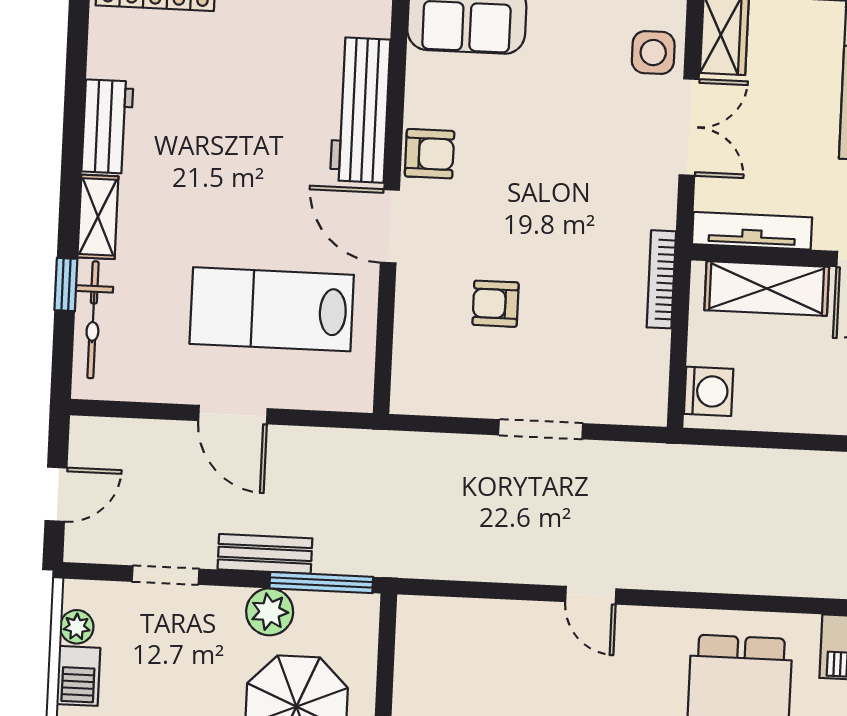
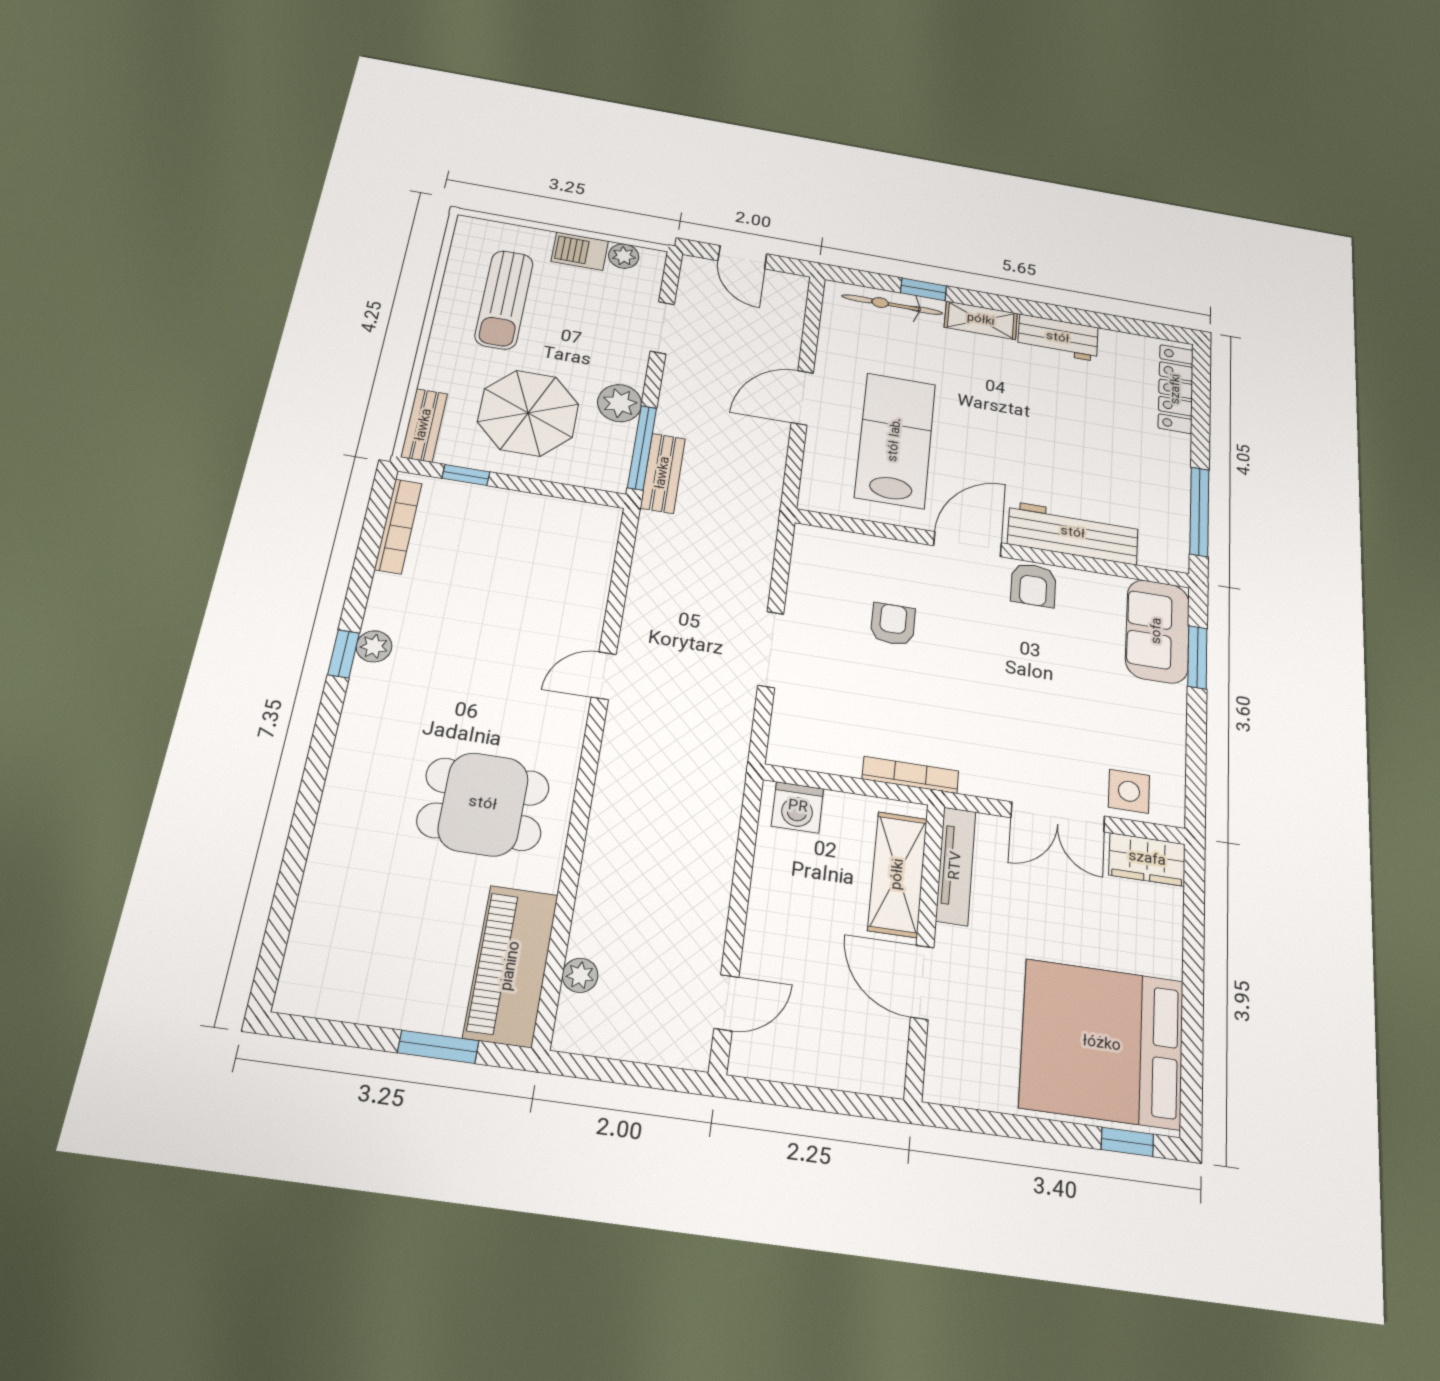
bench: (265, 554) -> (663, 473), moved

